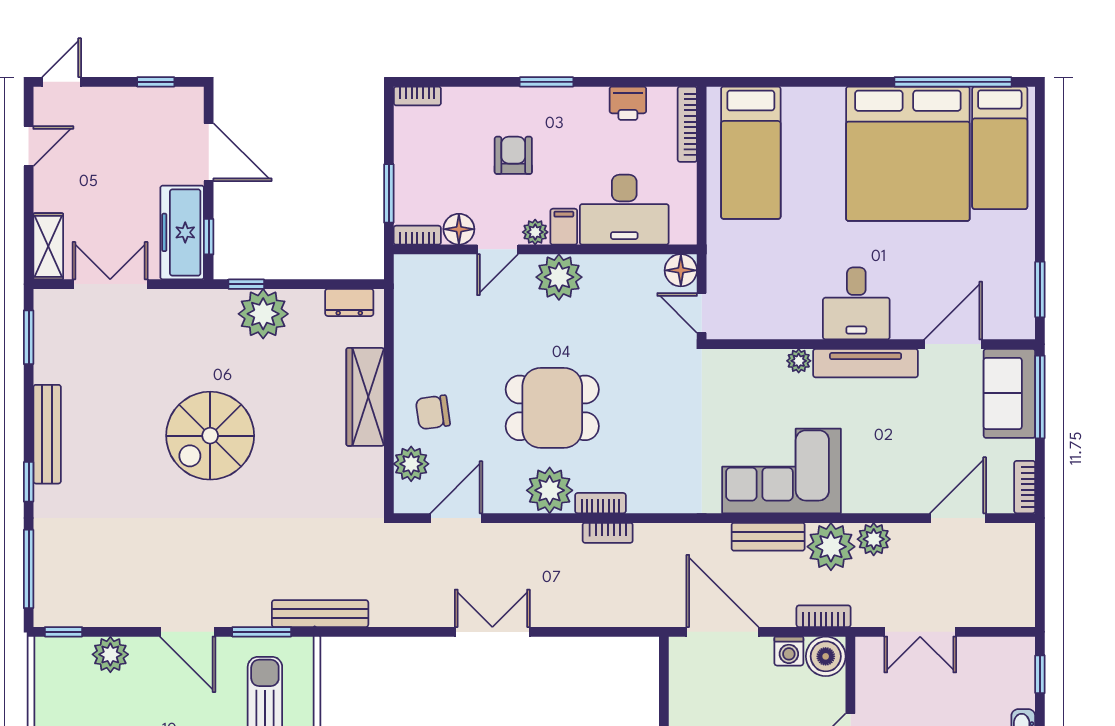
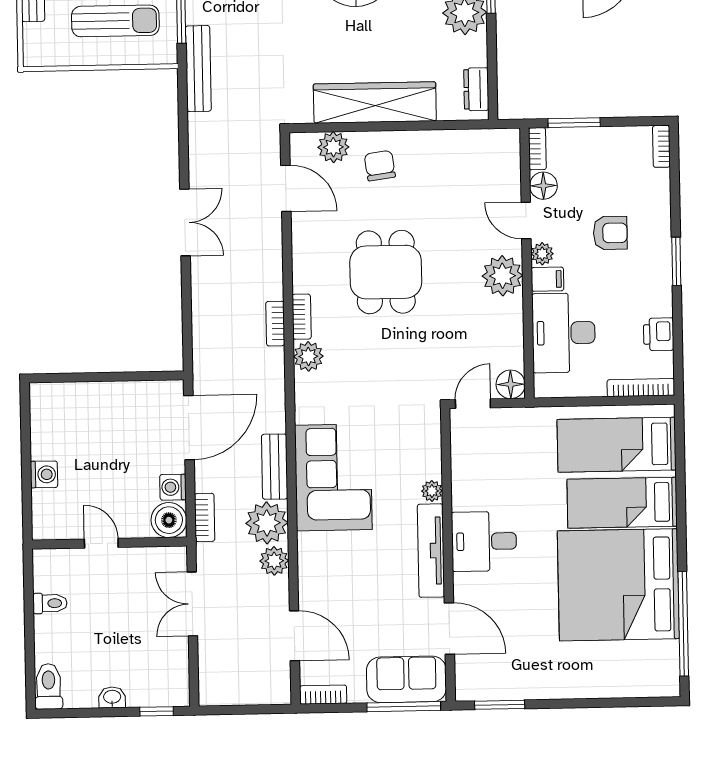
bed: (1000, 148) -> (622, 503), moved
wardrobe: (365, 397) -> (375, 102), width x1.40, depth x1.17
plant: (550, 490) -> (308, 356), moved, width x0.73, depth x0.73

